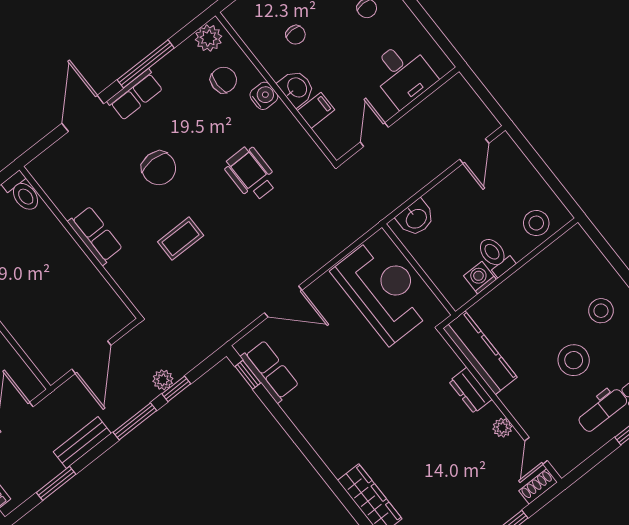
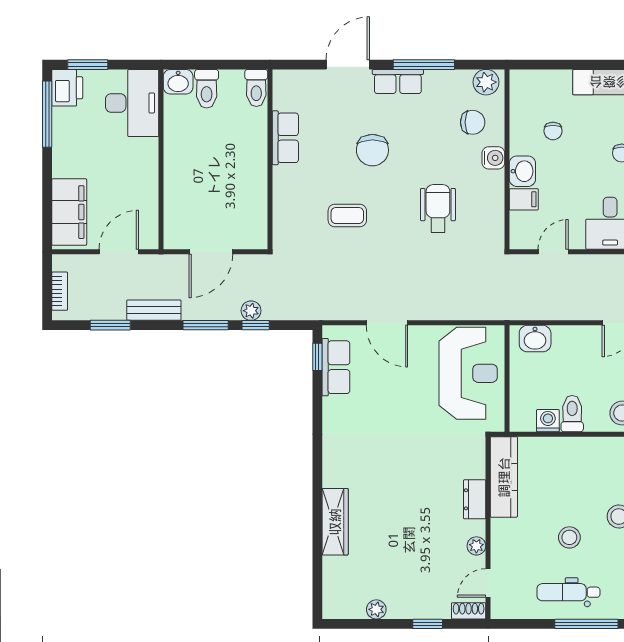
row of seats: (95, 235) -> (285, 138), moved
stool: (574, 360) -> (569, 537), width x0.73, depth x0.73

